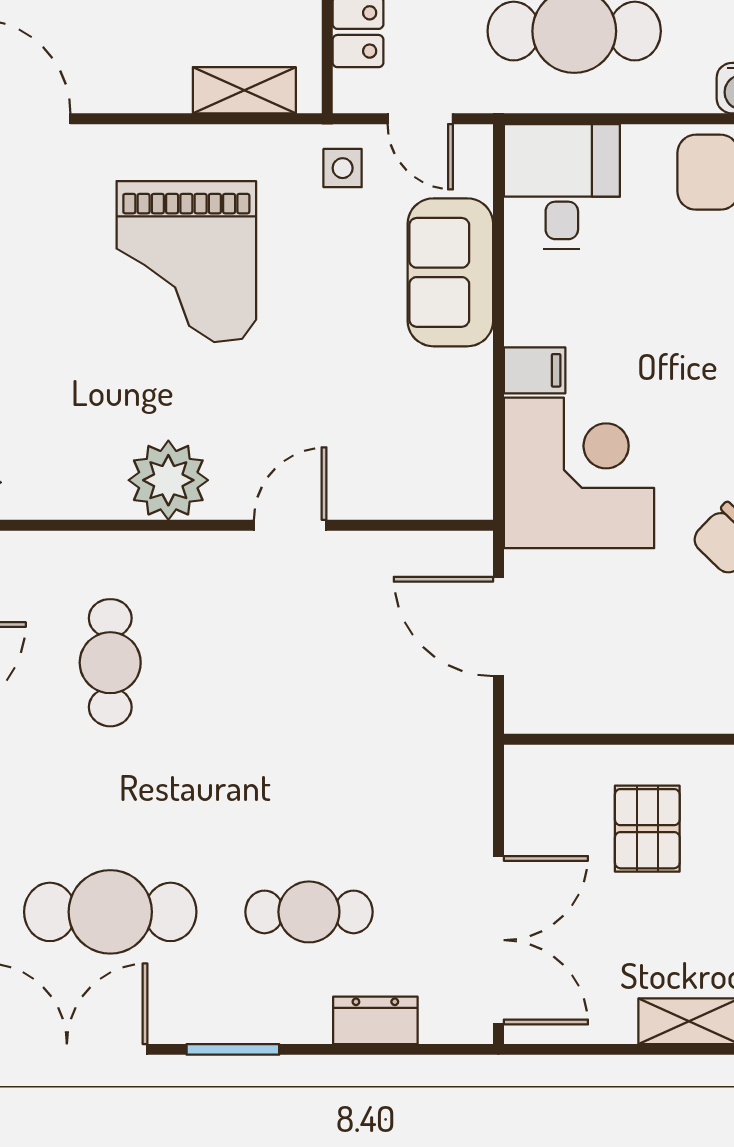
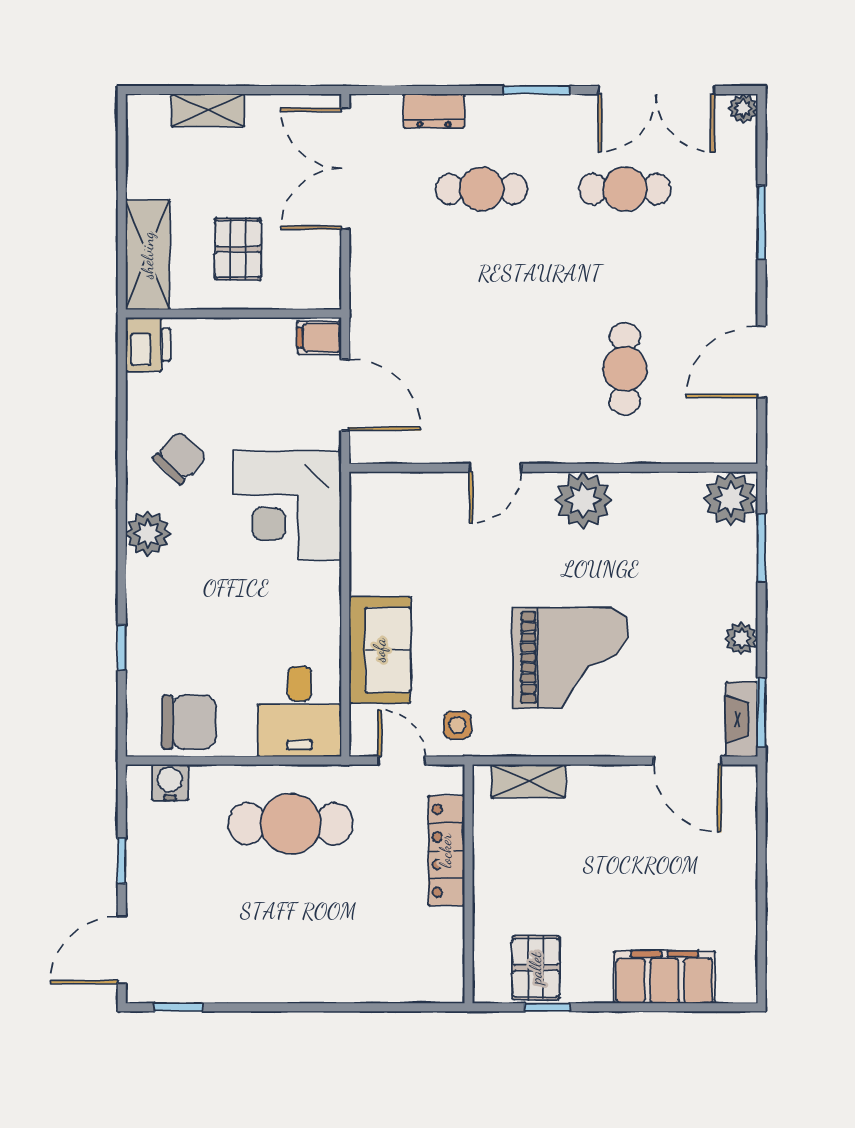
grand piano: (186, 262) -> (570, 658), turned 90
filing cabinet: (535, 370) -> (319, 338), moved
cafe table: (110, 912) -> (625, 189), width x0.73, depth x0.74

